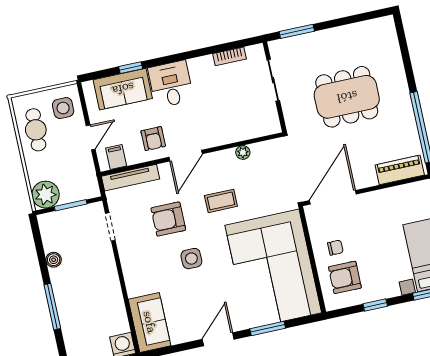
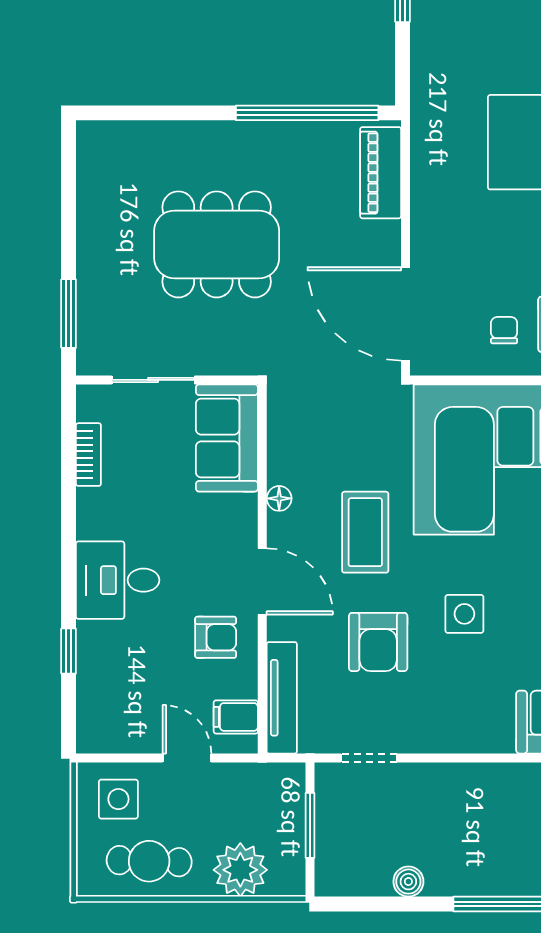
sofa: (123, 89) -> (227, 438), moved, turned 180
dining table: (347, 97) -> (217, 244), turned 90
plant: (243, 152) -> (281, 469), removed
floor lamp: (228, 155) -> (279, 498), added
plant: (45, 195) -> (240, 870), moved
coffee table: (221, 201) -> (365, 532), width x1.36, depth x1.30

